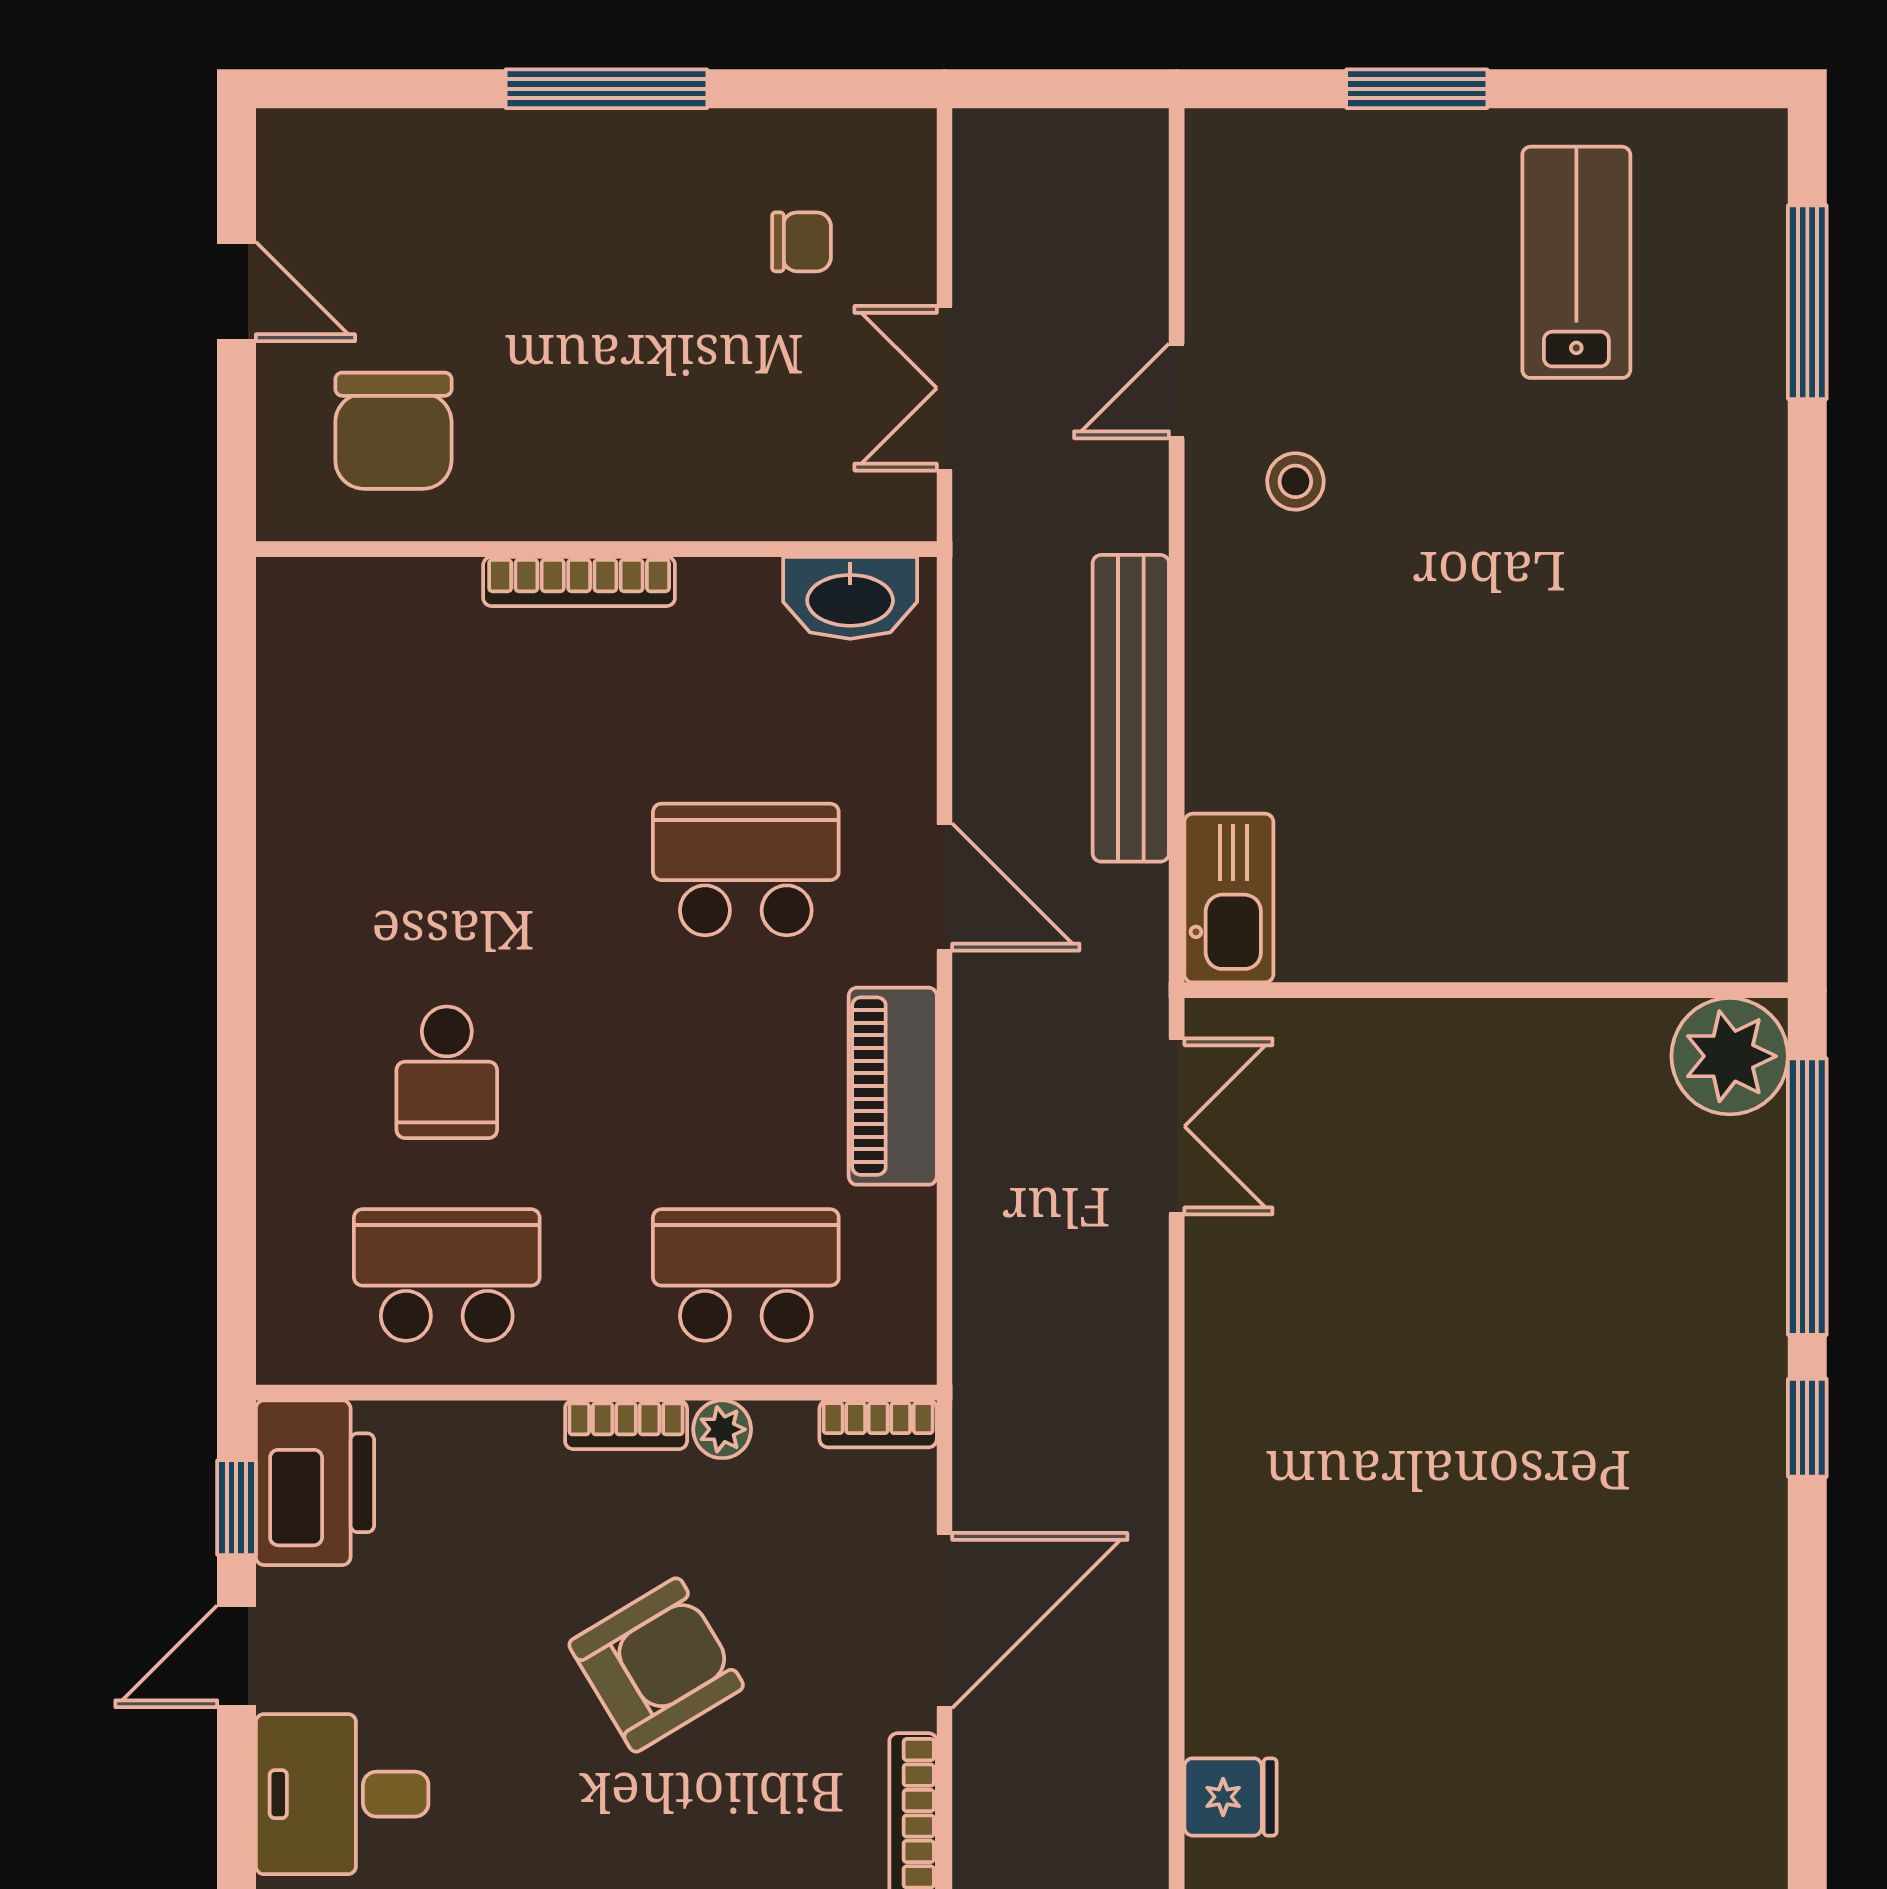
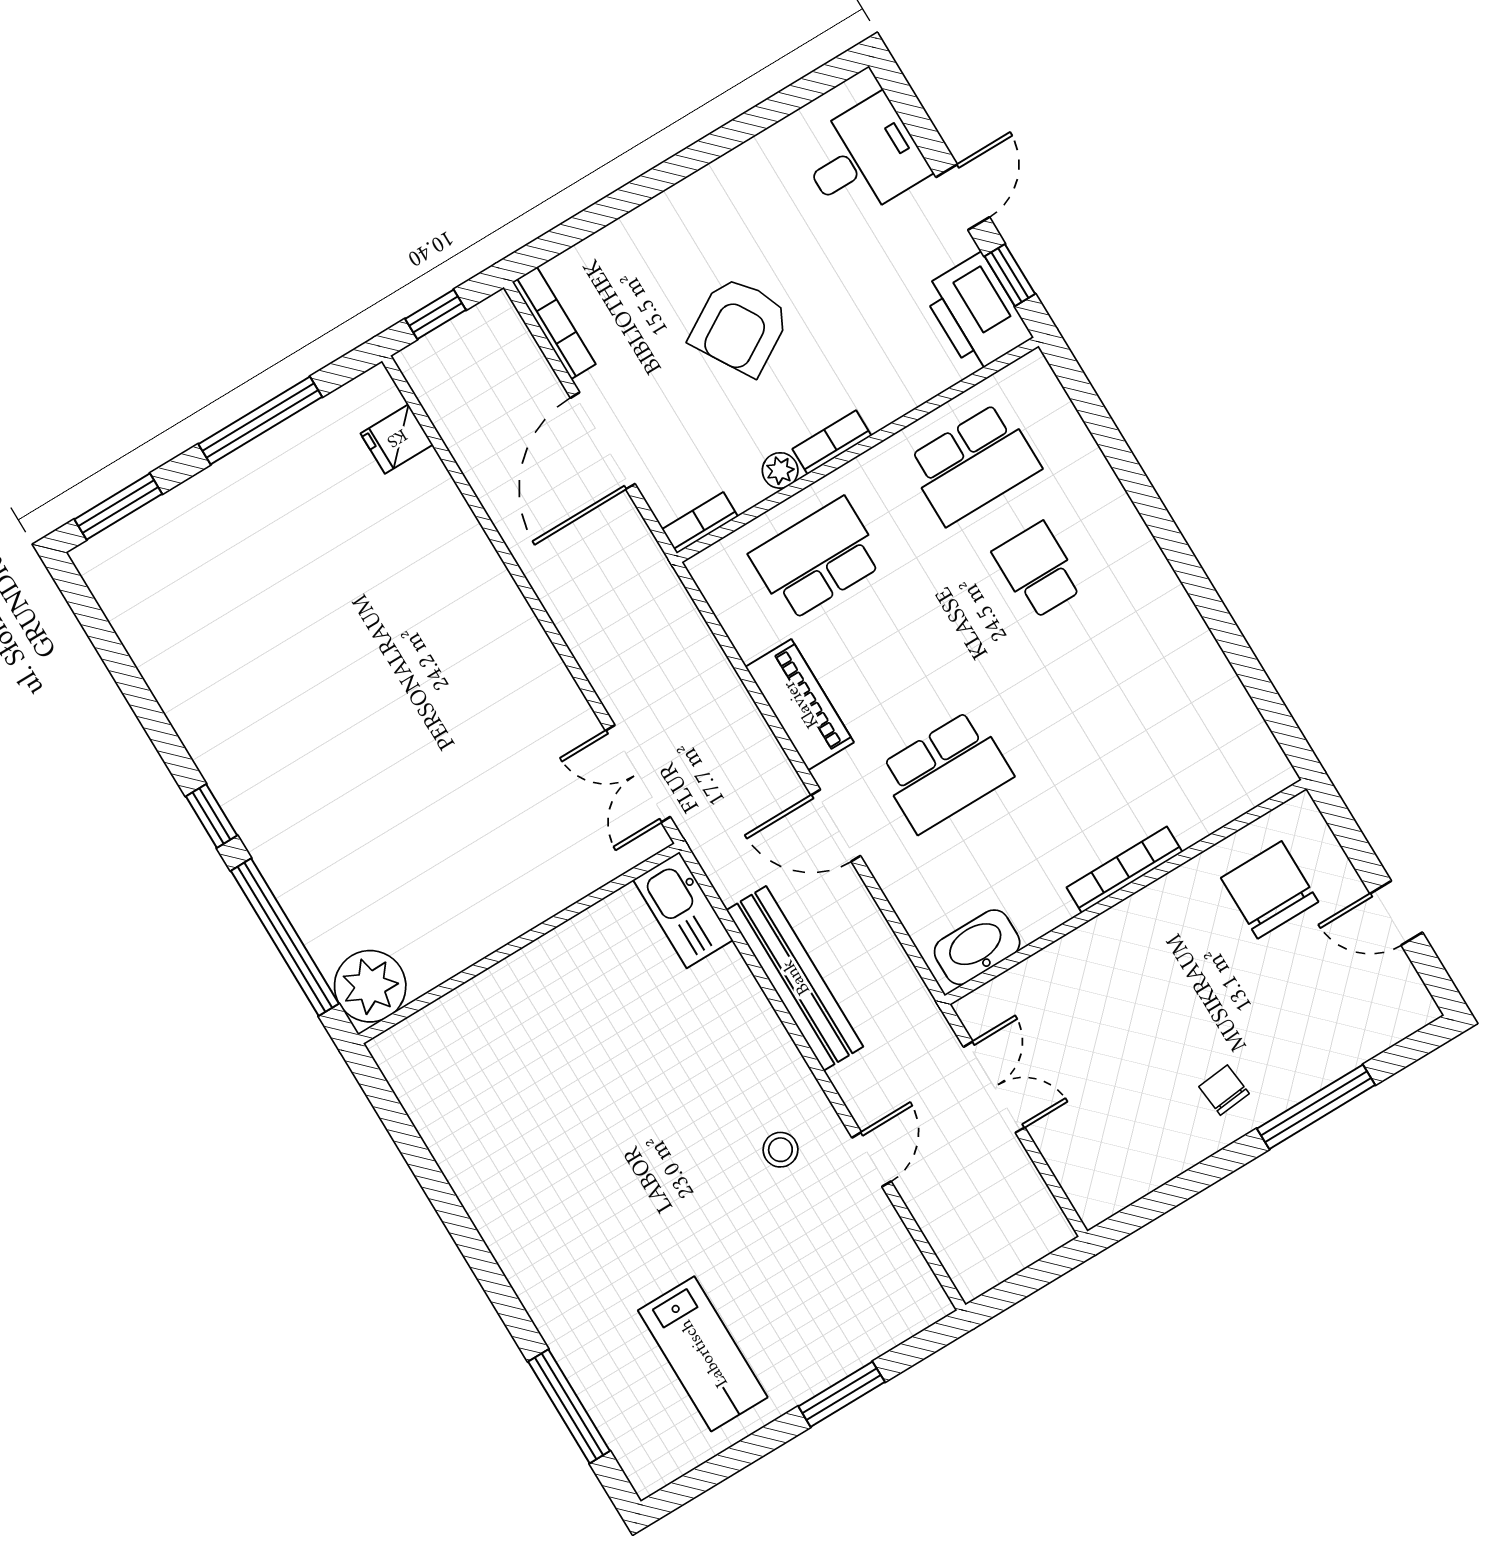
window: (606, 89) -> (1316, 1107), moved
chair: (801, 242) -> (1224, 1090), moved, turned 84
school desk: (746, 1275) -> (817, 559), turned 180

